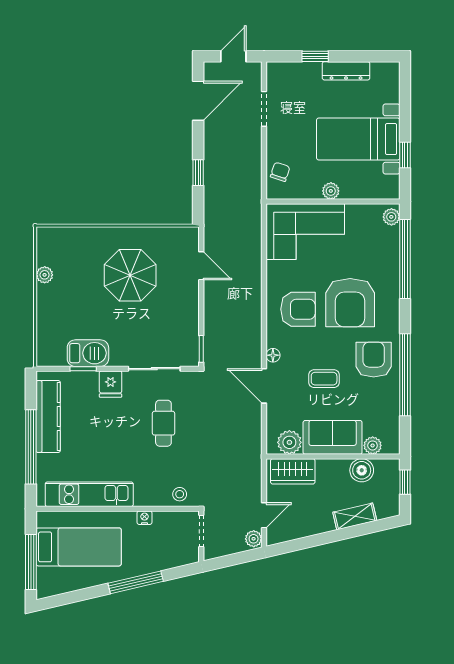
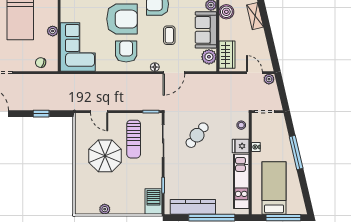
door: (201, 266) -> (99, 112), swing flipped
sun lounger: (157, 321) -> (134, 139), added
barbecue: (88, 353) -> (153, 202), moved
fridge: (111, 384) -> (241, 146), moved, turned 180
cafe table: (163, 423) -> (197, 135), turned -51

